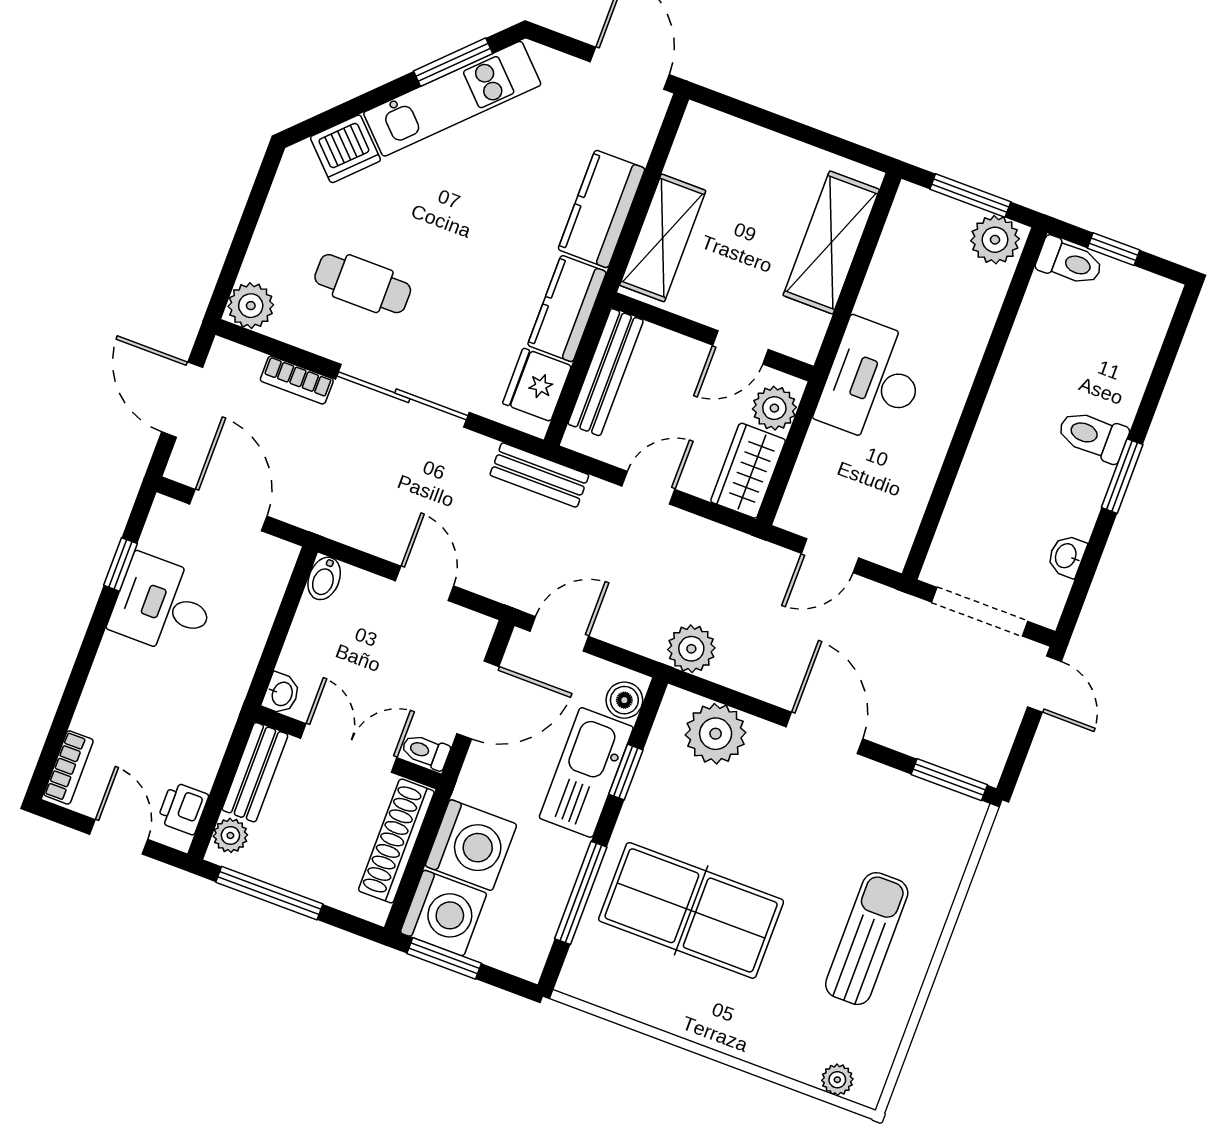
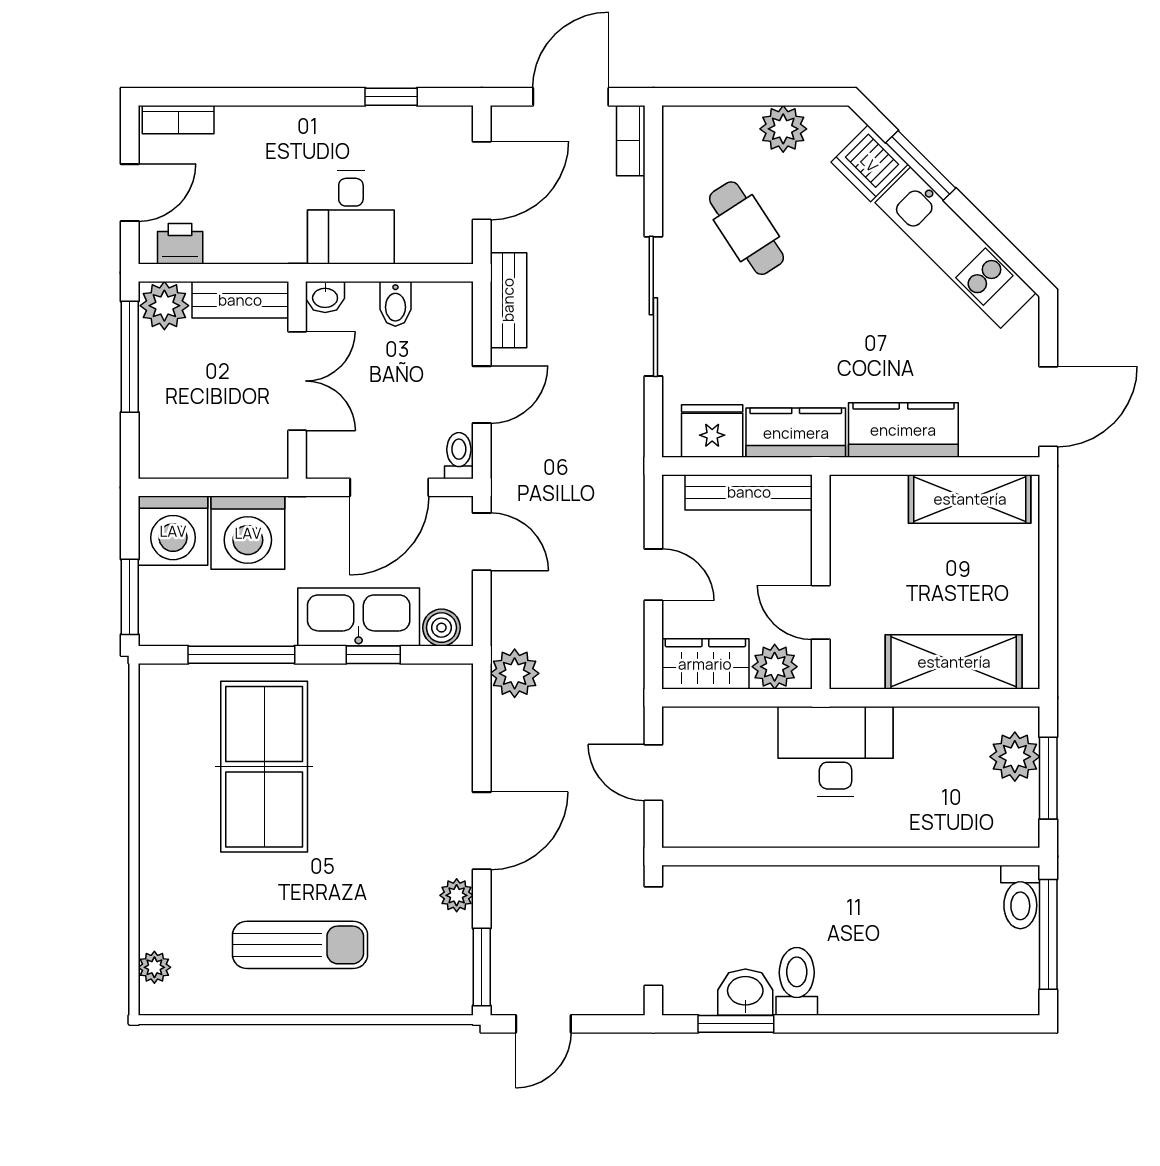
window: (453, 62) -> (921, 165), moved
shelving: (663, 238) -> (970, 499), moved
plant: (995, 240) -> (1015, 757), moved
window: (1114, 249) -> (1048, 934), width x2.17
cafe table: (363, 284) -> (746, 228), turned -33
plant: (251, 306) -> (783, 129), moved
bookcase: (297, 380) -> (631, 141), moved
toilet: (1093, 436) -> (797, 981), moved
bench: (539, 475) -> (508, 300), moved
window: (1122, 476) -> (736, 1024), moved
washbasin: (1067, 556) -> (745, 992), width x1.38, depth x1.45
bidet: (324, 578) -> (395, 304), moved, turned -90
desk: (163, 605) -> (351, 217), moved, turned 180
door: (1044, 684) -> (543, 1024), moved
door: (478, 700) -> (389, 487), hinge flipped
plant: (716, 734) -> (457, 895), moved, width x0.53, depth x0.53
toilet: (425, 751) -> (459, 456), moved
plant: (230, 835) -> (164, 306), width x1.38, depth x1.38
shoe rack: (396, 841) -> (225, 460), removed
window: (444, 958) -> (130, 597), moved

